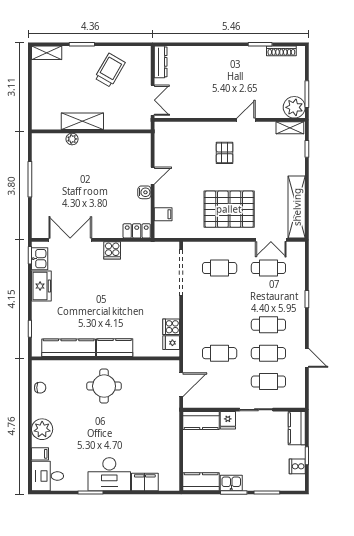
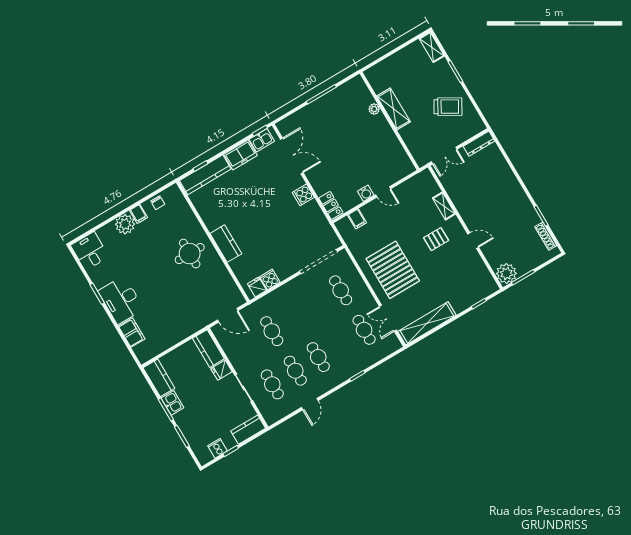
shelving: (290, 128) -> (444, 206), moved
kitchen counter: (69, 348) -> (205, 175), moved, turned 90
filing cabinet: (40, 454) -> (139, 214), moved

